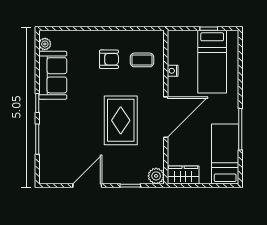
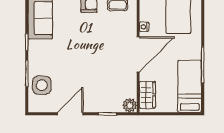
nightstand: (173, 71) -> (144, 27), moved
rug: (121, 120) -> (99, 57), removed
side table: (55, 153) -> (42, 85), added
wardrobe: (183, 175) -> (147, 95), moved, turned 90

